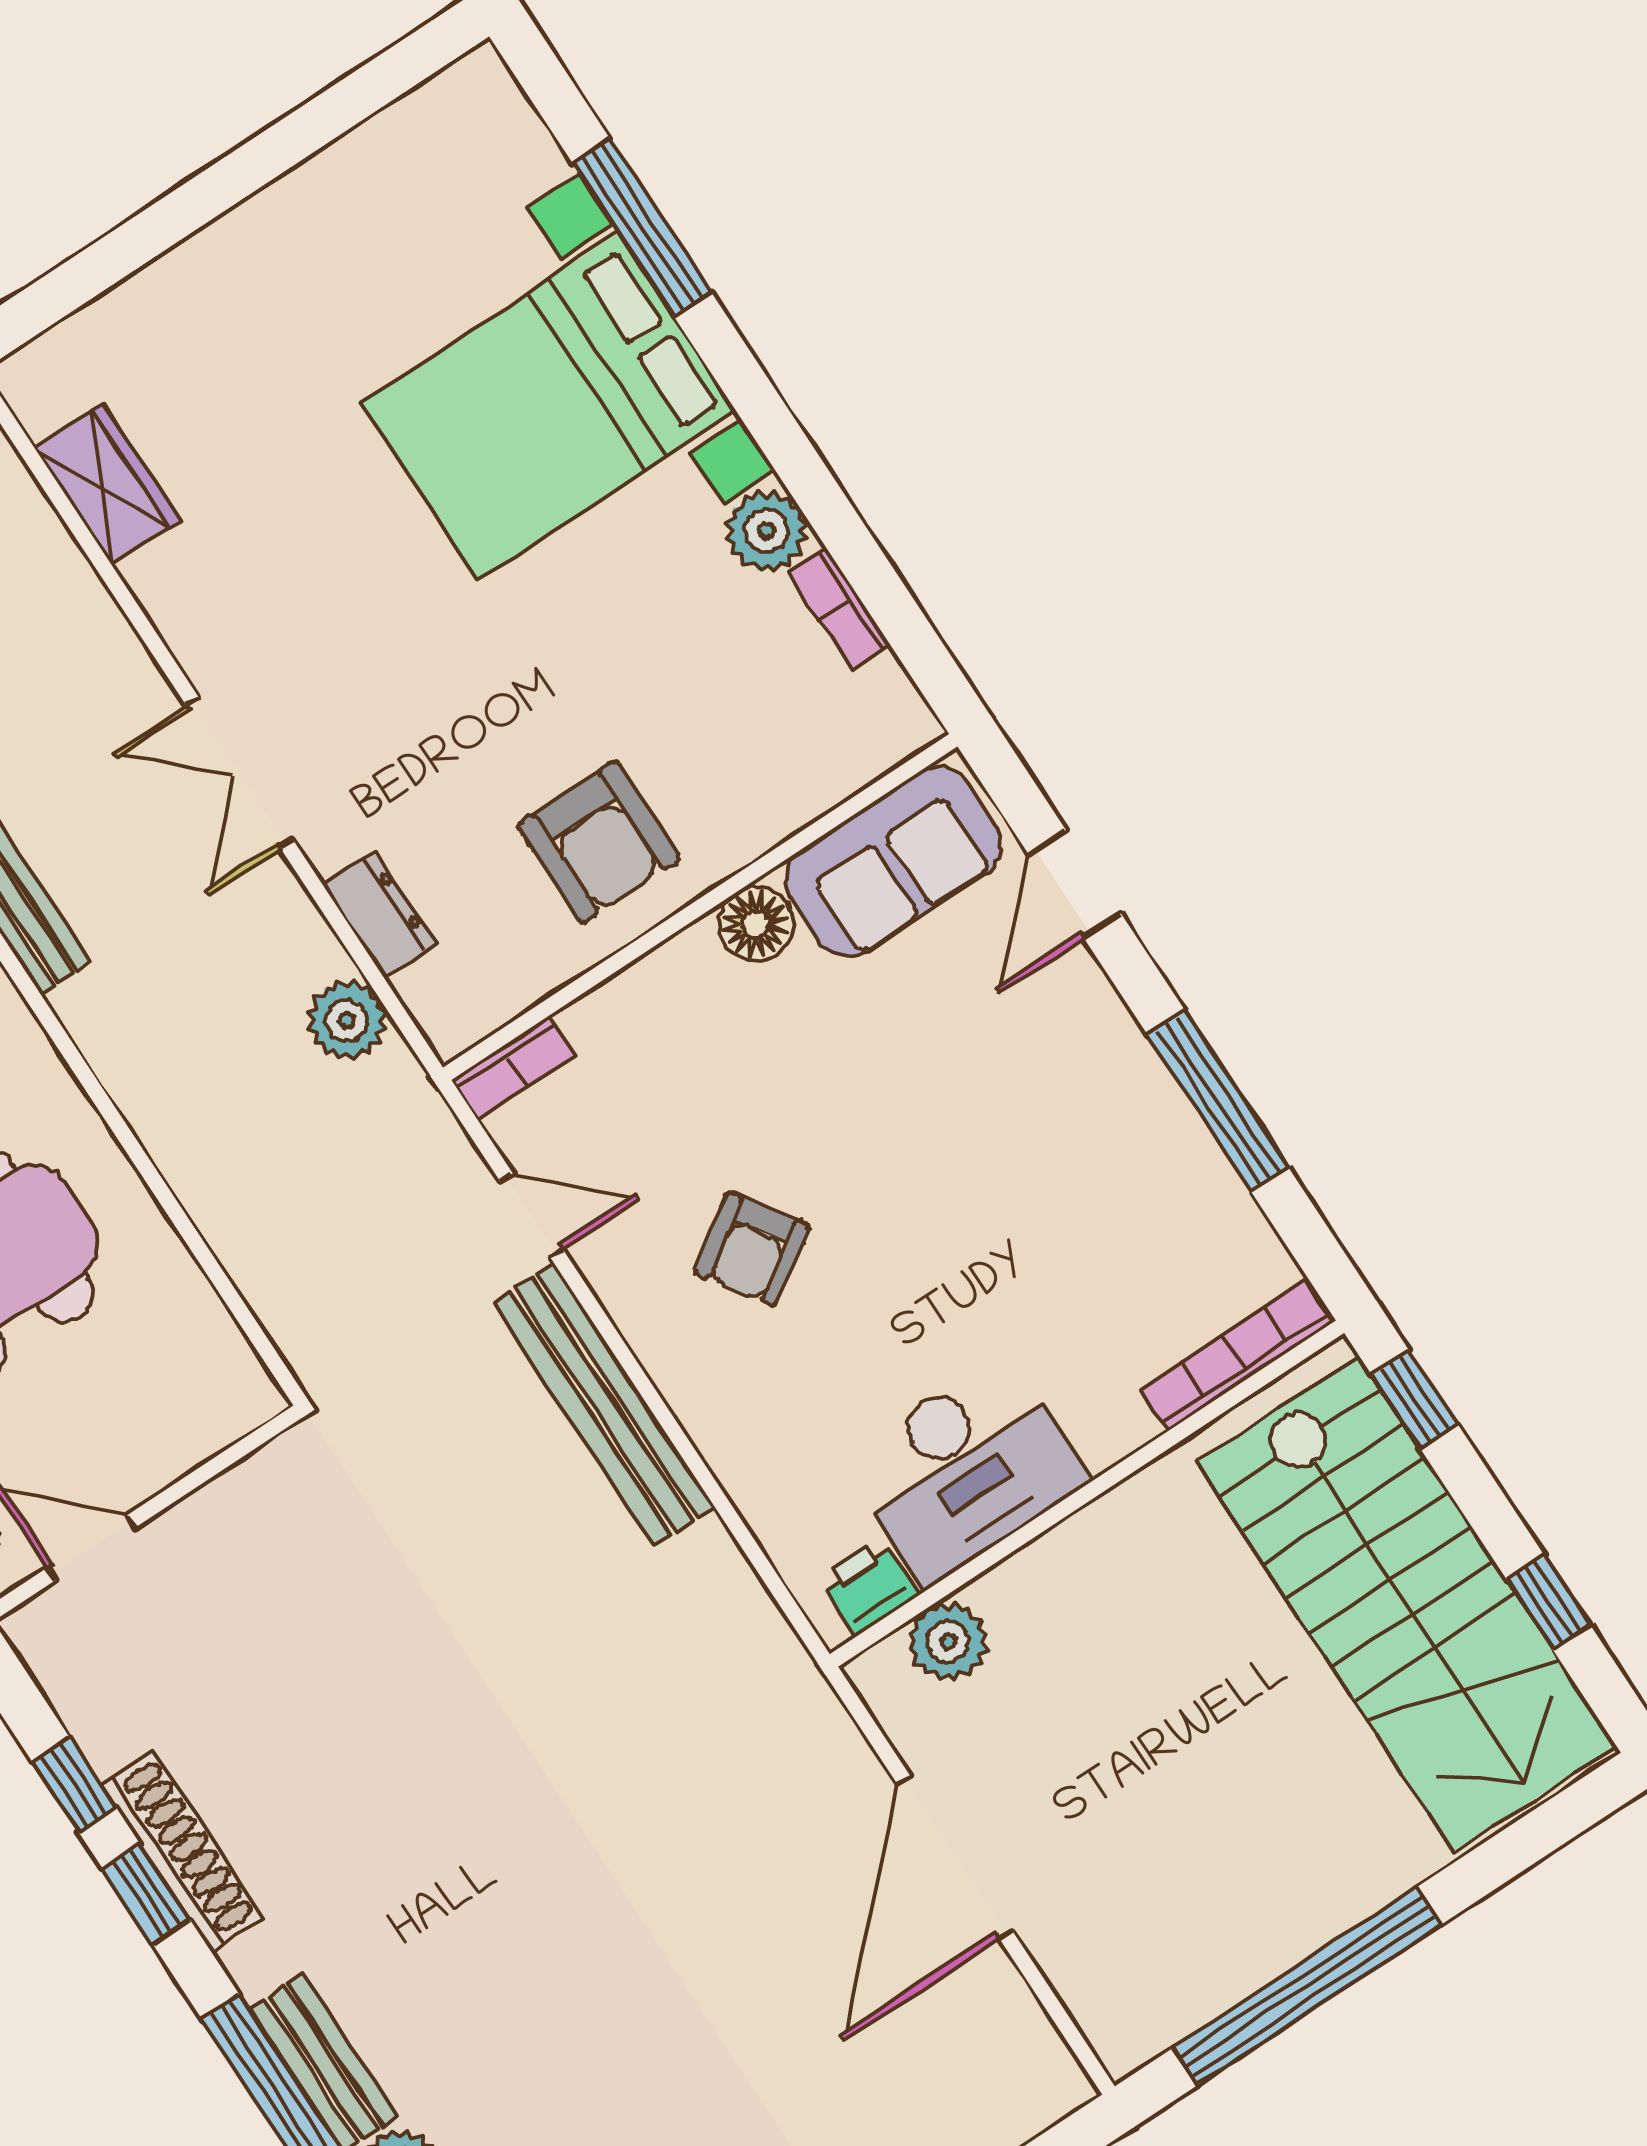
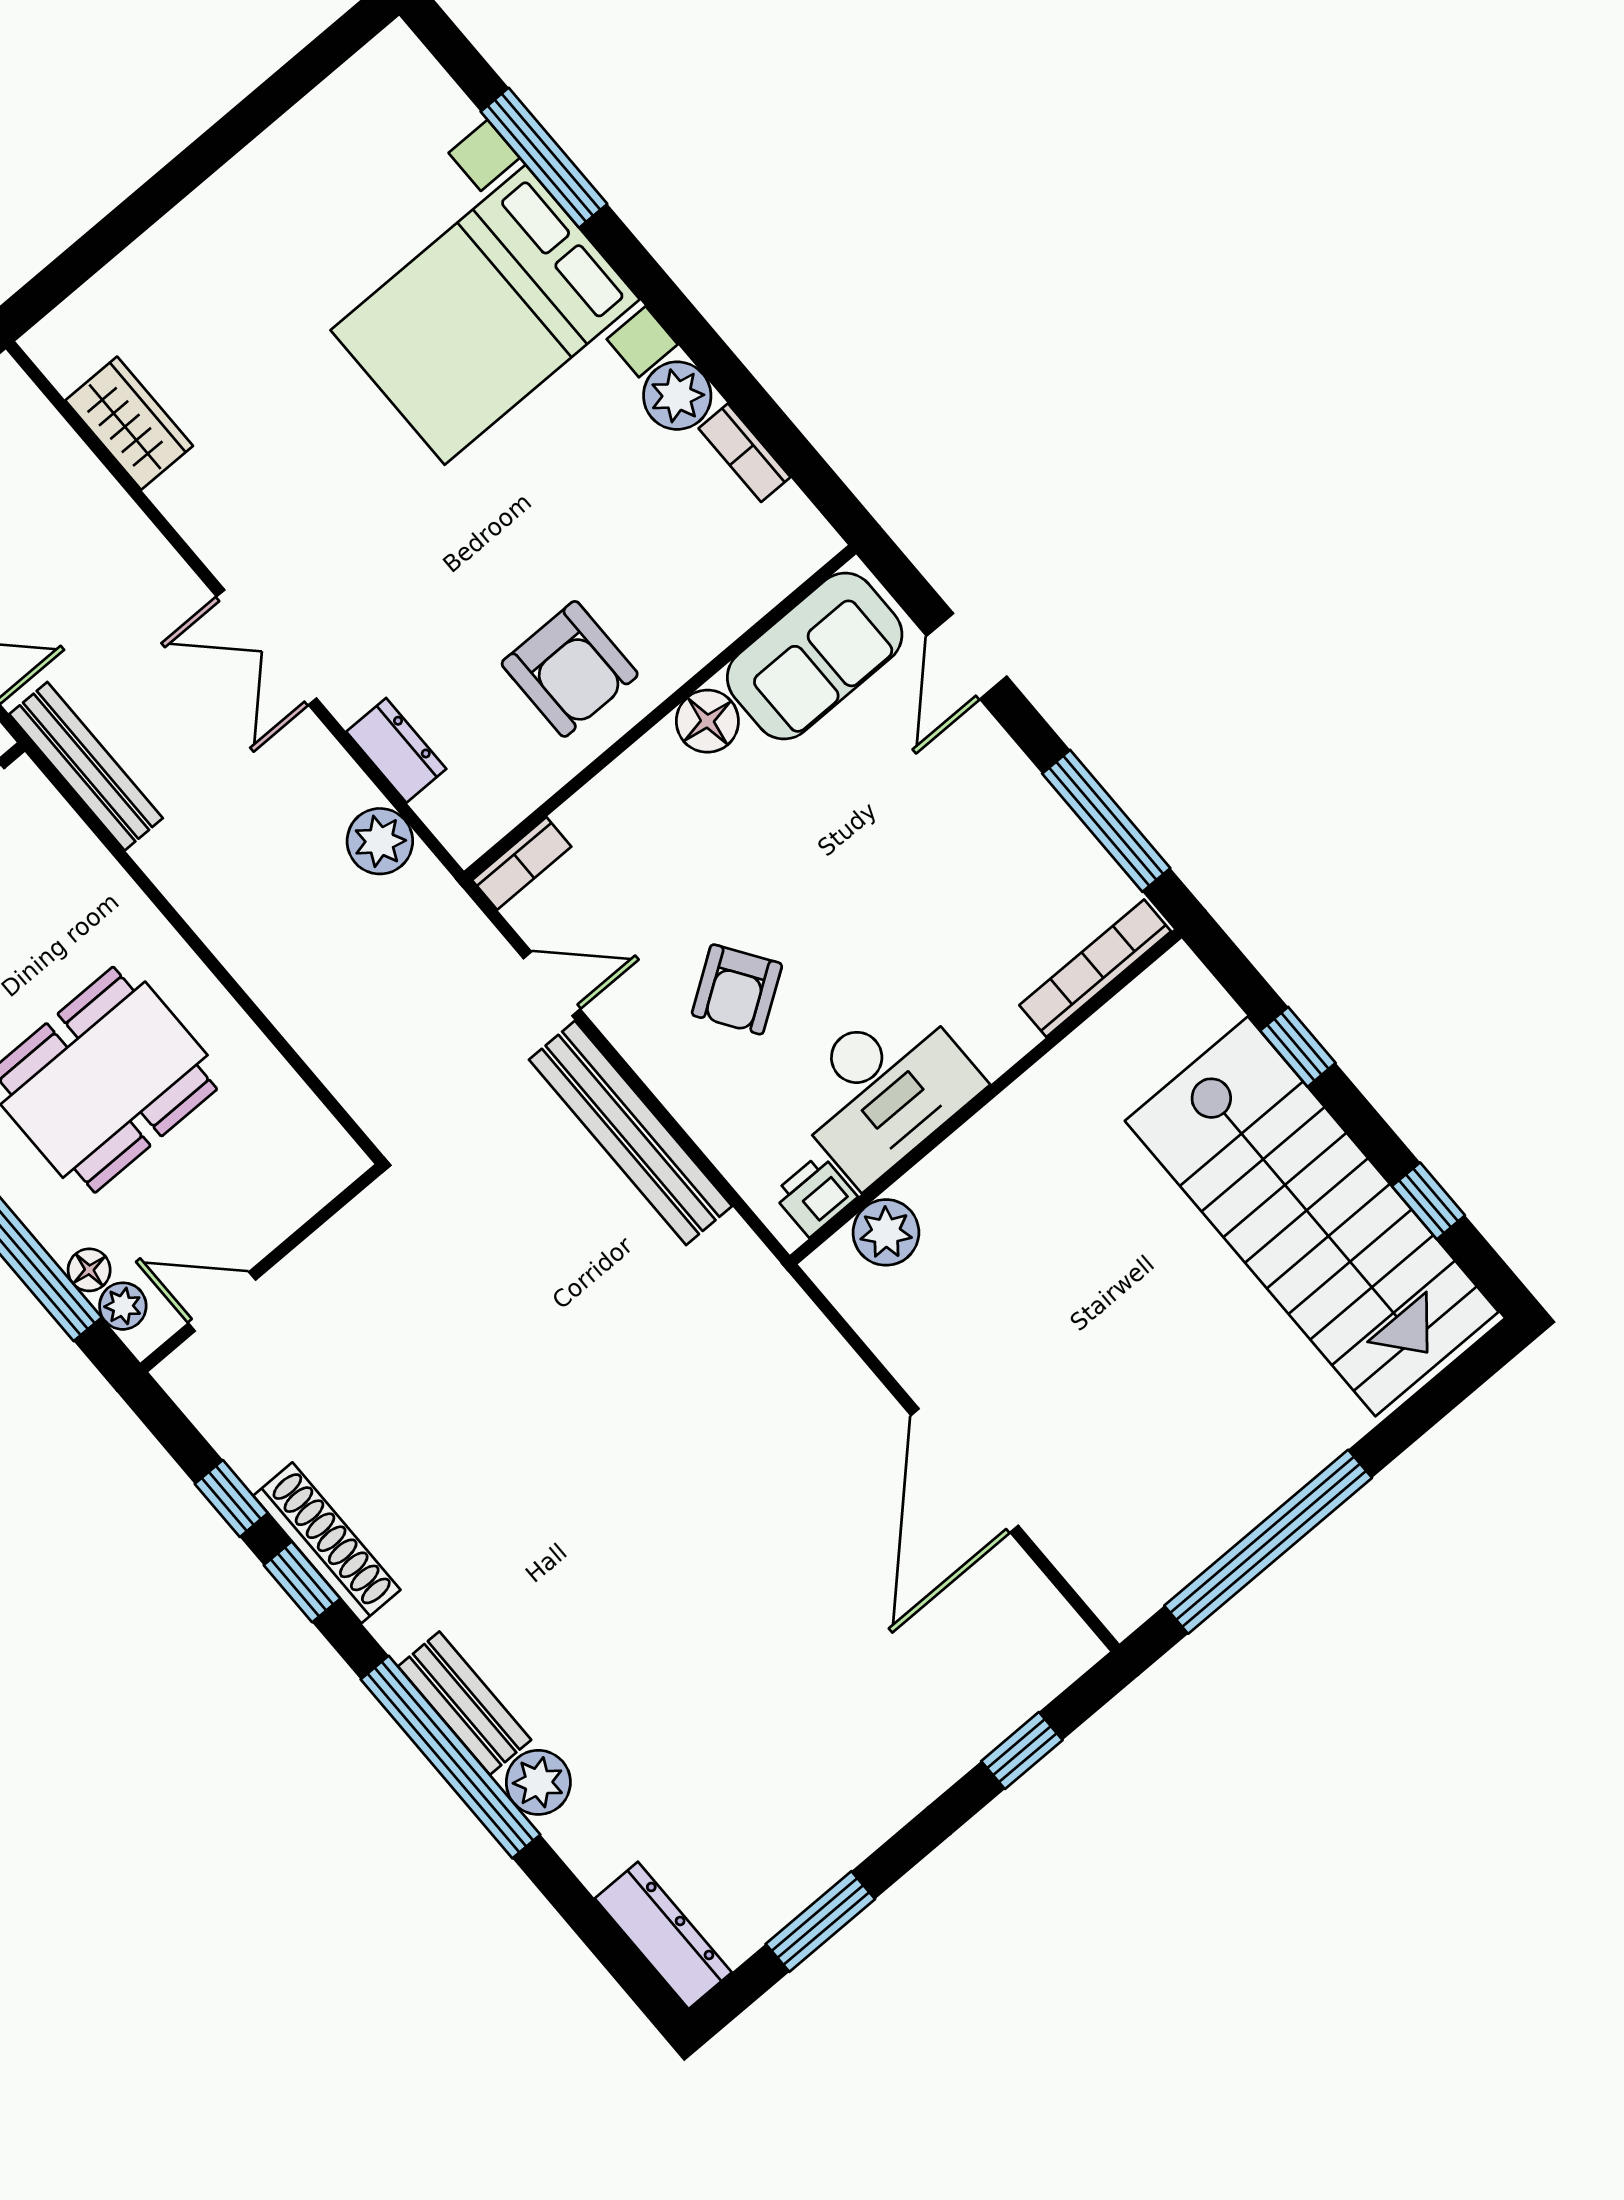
bookcase: (1236, 1356) -> (1095, 968), moved
desk: (965, 1469) -> (883, 1089), moved
wall: (1087, 1494) -> (986, 1097), moved
printer: (868, 1587) -> (815, 1195), moved
plant: (948, 1641) -> (886, 1232), moved

